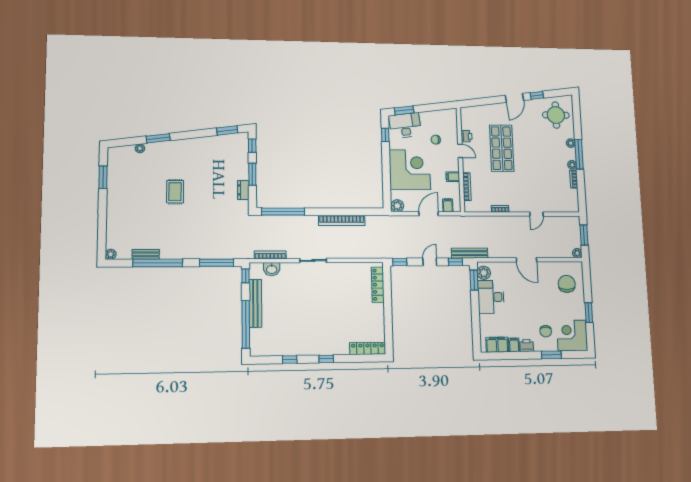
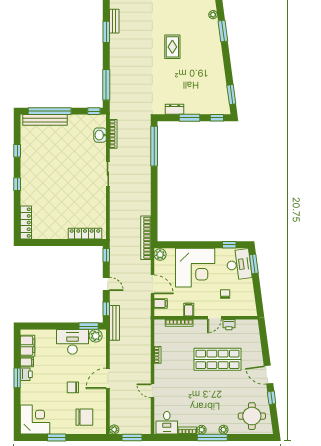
rug: (175, 192) -> (172, 47), turned 90
desk: (567, 200) -> (167, 423), added
bookcase: (342, 220) -> (146, 238), moved
window: (158, 263) -> (106, 32), width x0.47
bench: (255, 303) -> (45, 120), moved
chair: (546, 331) -> (73, 387), moved
window: (551, 355) -> (17, 378), moved

